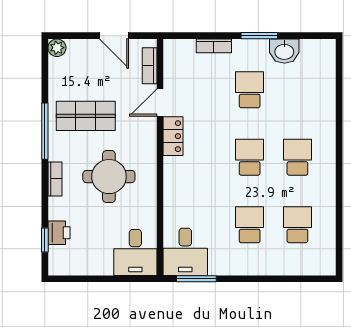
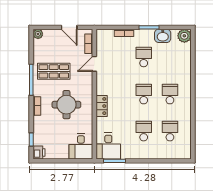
plant: (324, 51) -> (184, 36), added
locker: (173, 136) -> (102, 106), moved
printer: (59, 233) -> (39, 152), moved

